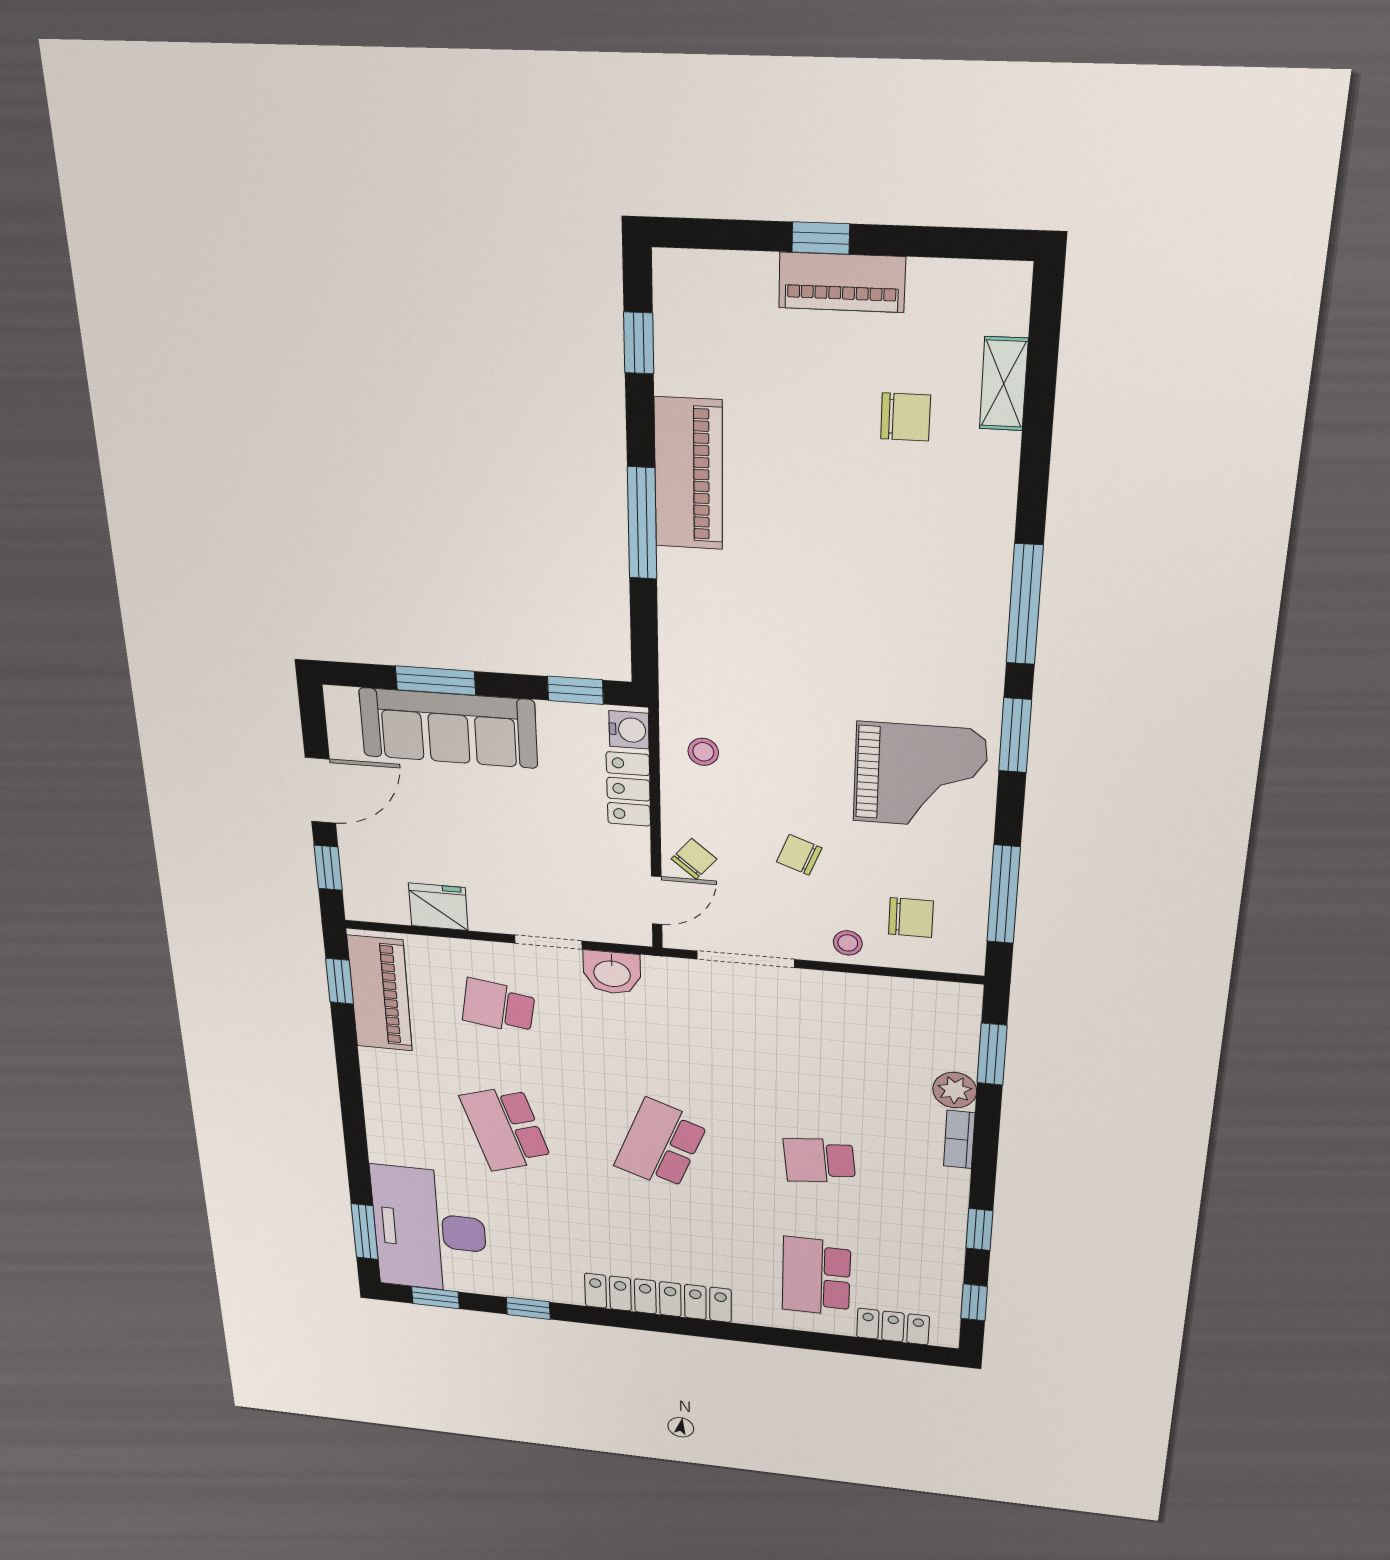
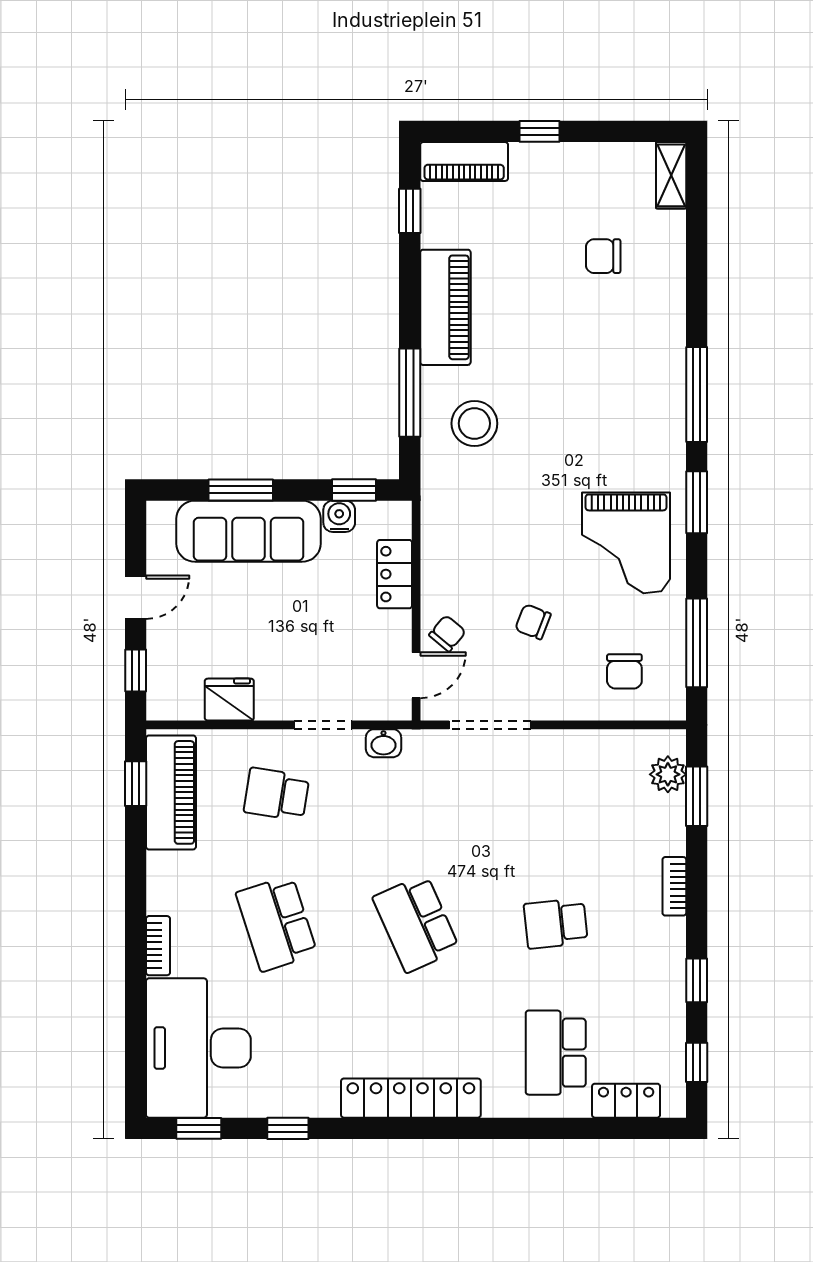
piano: (842, 282) -> (464, 162), moved
shelving: (1004, 384) -> (671, 175), moved
chair: (906, 417) -> (603, 256), turned 180
window: (642, 523) -> (410, 393), moved
water cooler: (629, 730) -> (339, 516), moved, turned -90
stool: (703, 752) -> (474, 423), moved, width x1.89, depth x1.89
grand piano: (920, 776) -> (626, 543), turned 90
door: (320, 790) -> (136, 597), width x0.73
chair: (911, 918) -> (624, 671), turned 90
stool: (848, 943) -> (574, 700), removed
washbasin: (612, 973) -> (383, 743), width x0.72, depth x0.69
plant: (955, 1090) -> (668, 774), moved
bookcase: (379, 1135) -> (158, 946), added
school desk: (661, 1144) -> (416, 923), turned -45
window: (365, 1232) -> (136, 1058), removed

